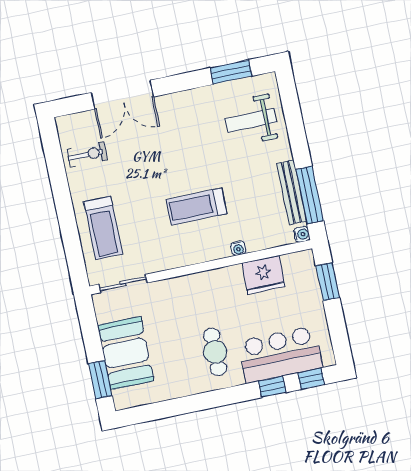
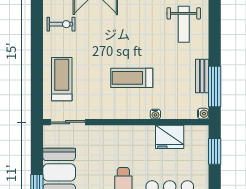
weight bench: (251, 120) -> (184, 24), turned -90
bench: (292, 192) -> (202, 76), width x0.73
treadmill: (103, 228) -> (62, 79), turned 180

